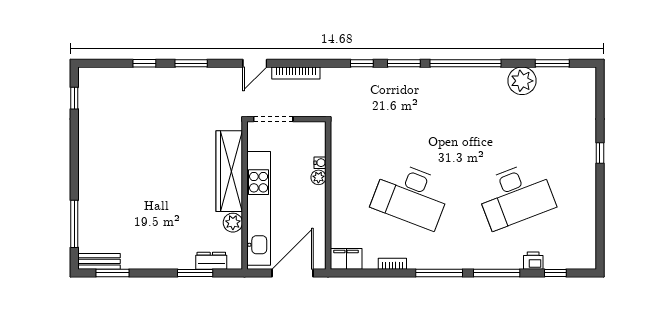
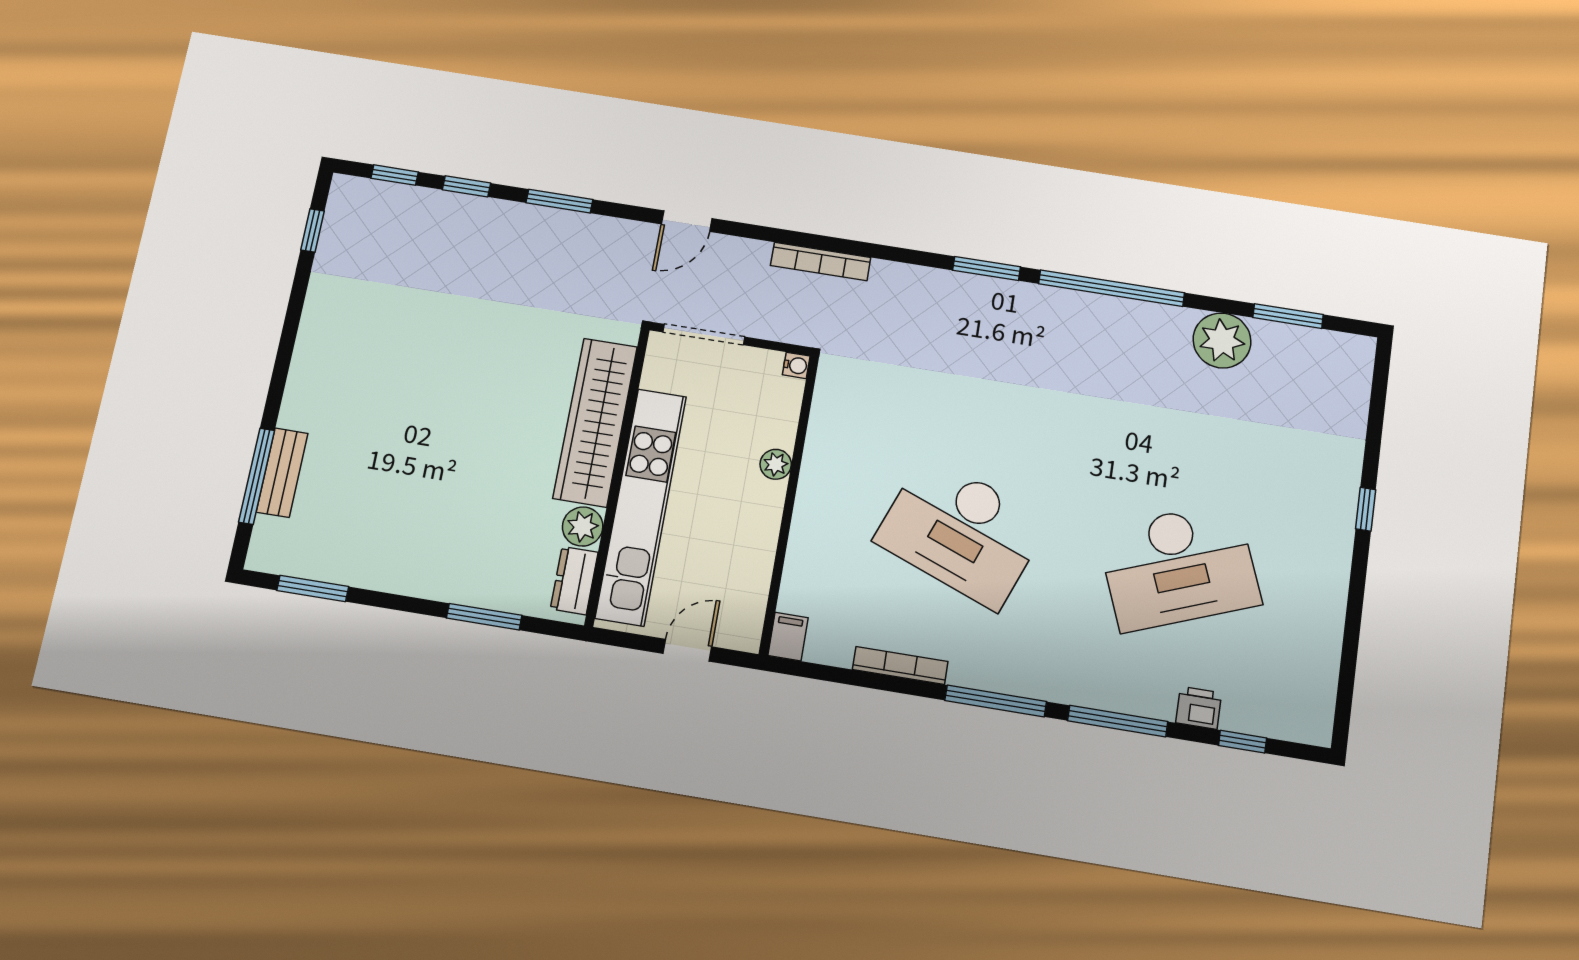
window: (362, 63) -> (395, 175), moved
bookcase: (296, 73) -> (821, 261), moved
water cooler: (320, 163) -> (796, 365), moved
filing cabinet: (346, 259) -> (788, 637), width x0.50
bench: (99, 261) -> (282, 473), moved, turned 90
dresser: (211, 261) -> (574, 581), moved, turned -90
bookcase: (392, 264) -> (900, 666), width x1.56
door: (292, 273) -> (687, 650), width x0.53

